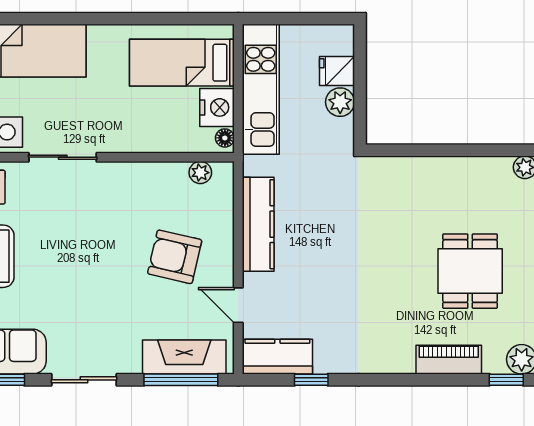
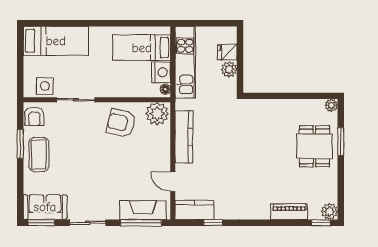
plant: (200, 173) -> (157, 114), width x1.88, depth x1.88
armchair: (175, 257) -> (121, 123), moved
dining table: (470, 271) -> (314, 146), moved

